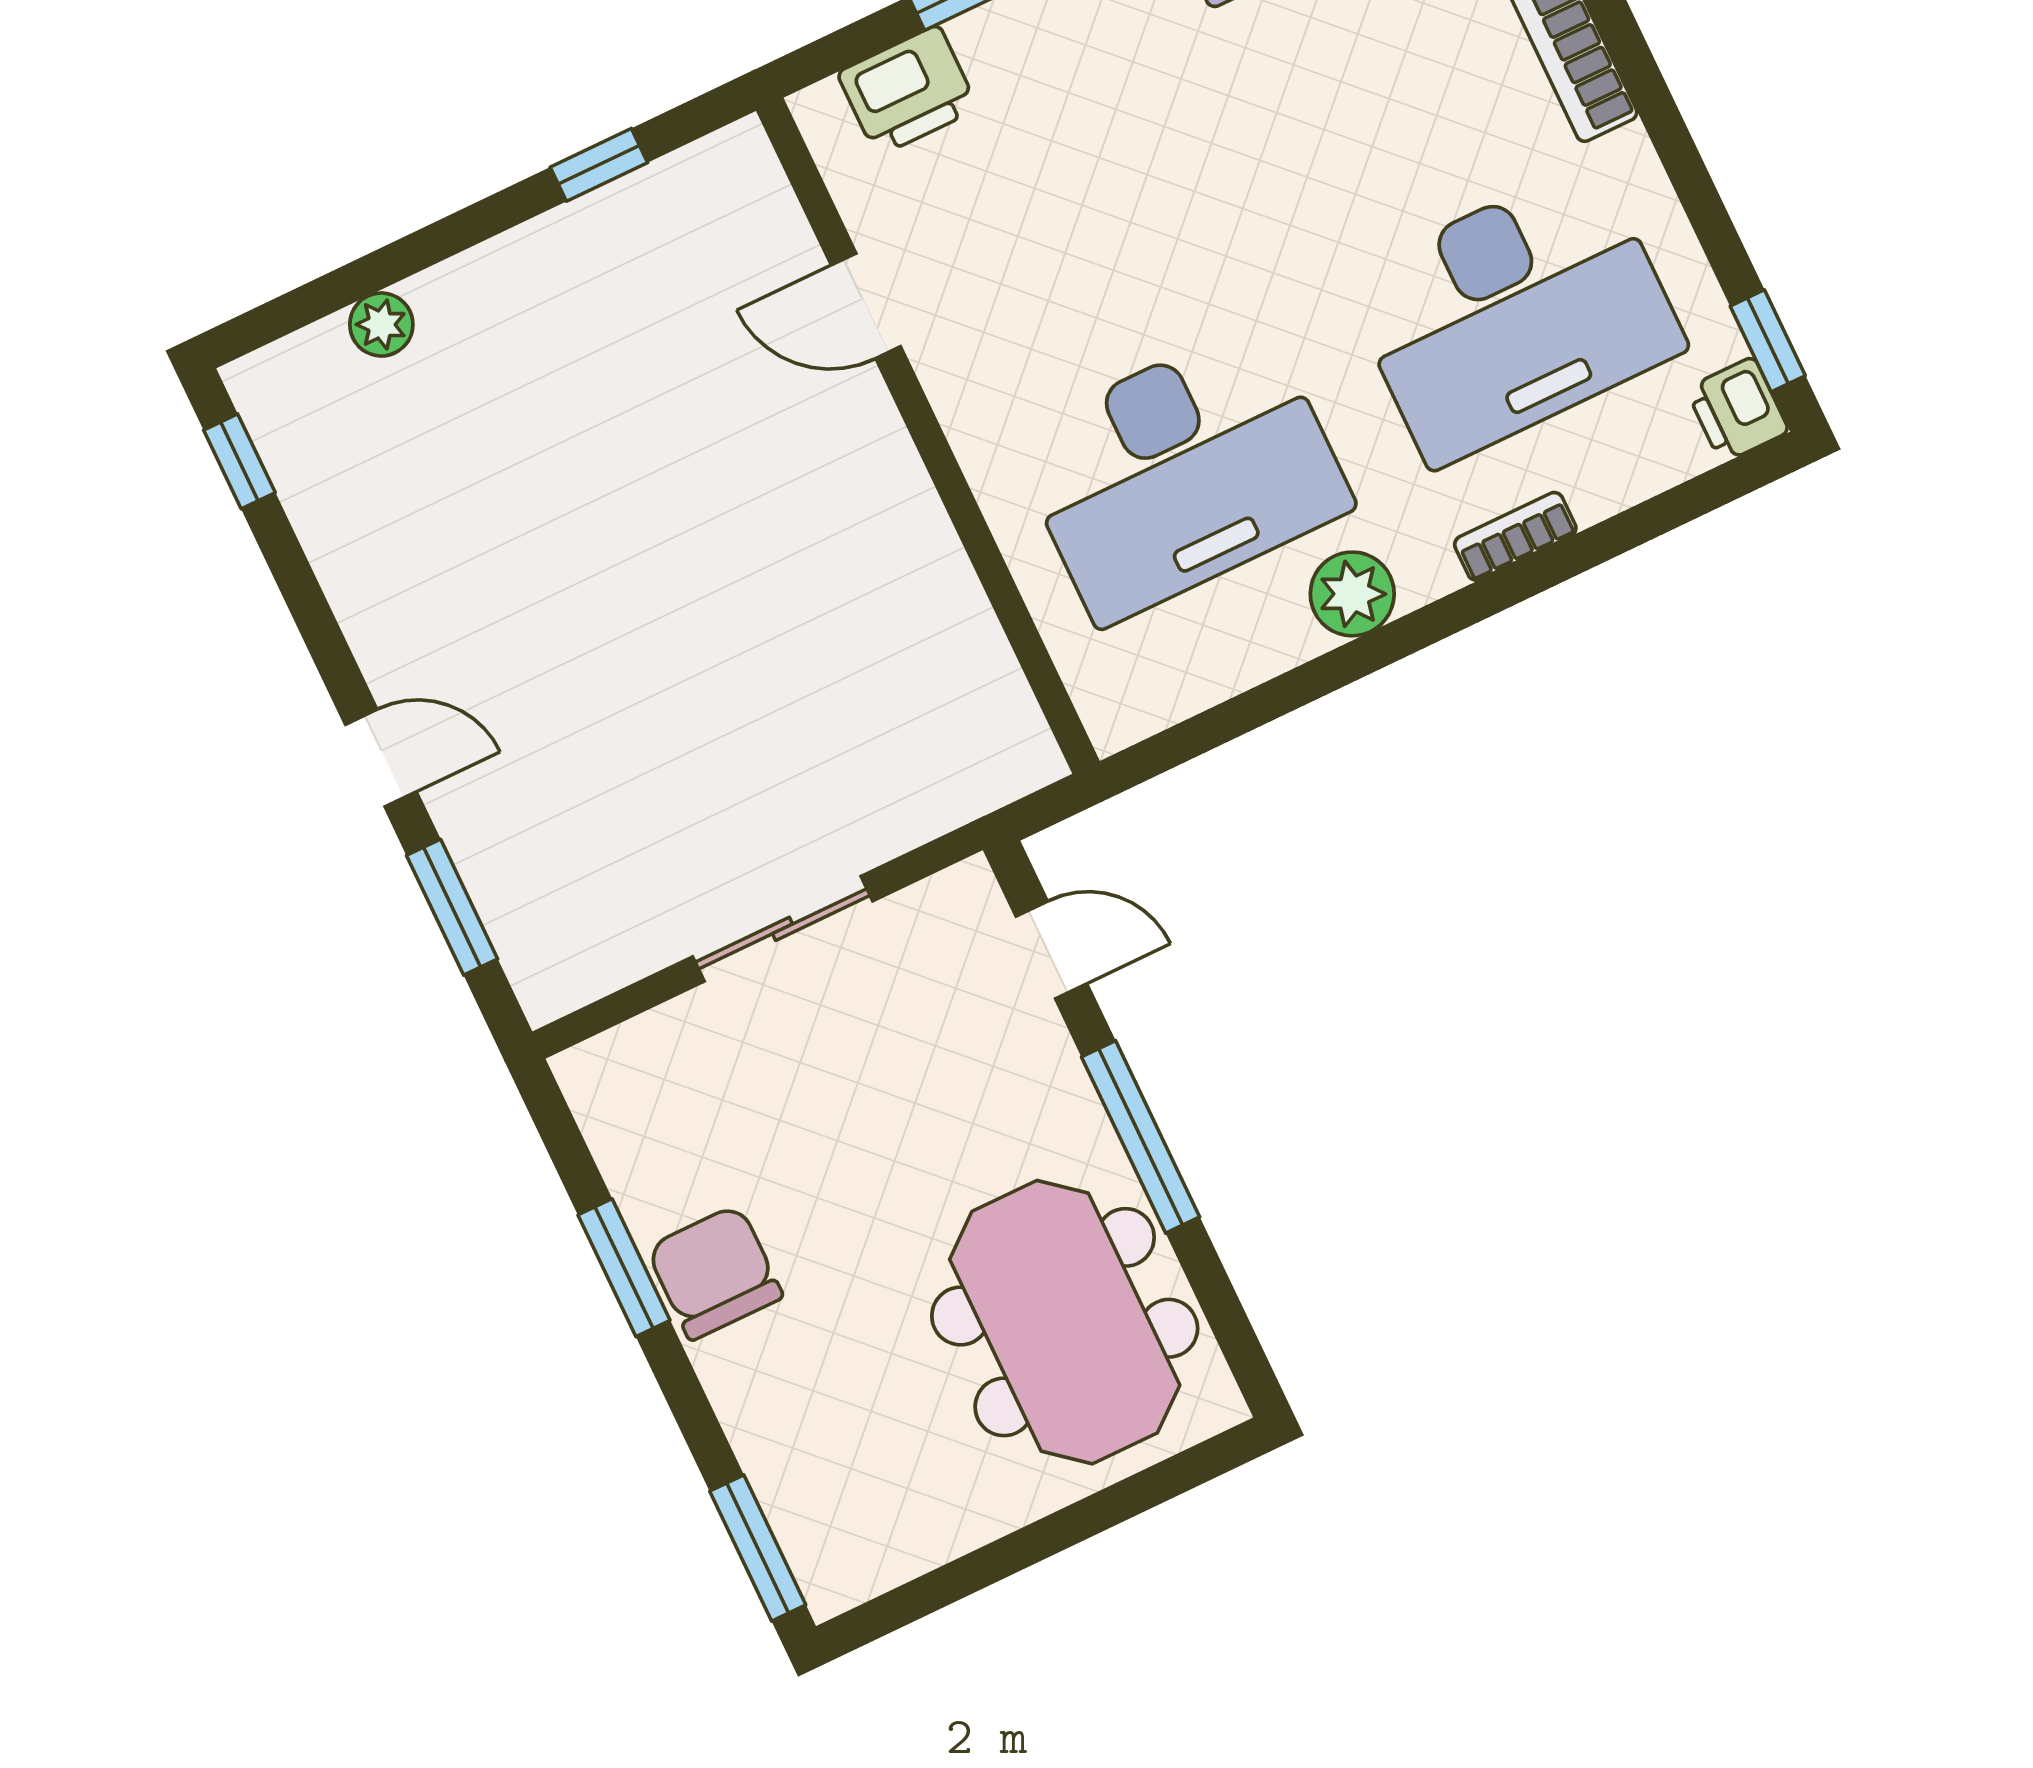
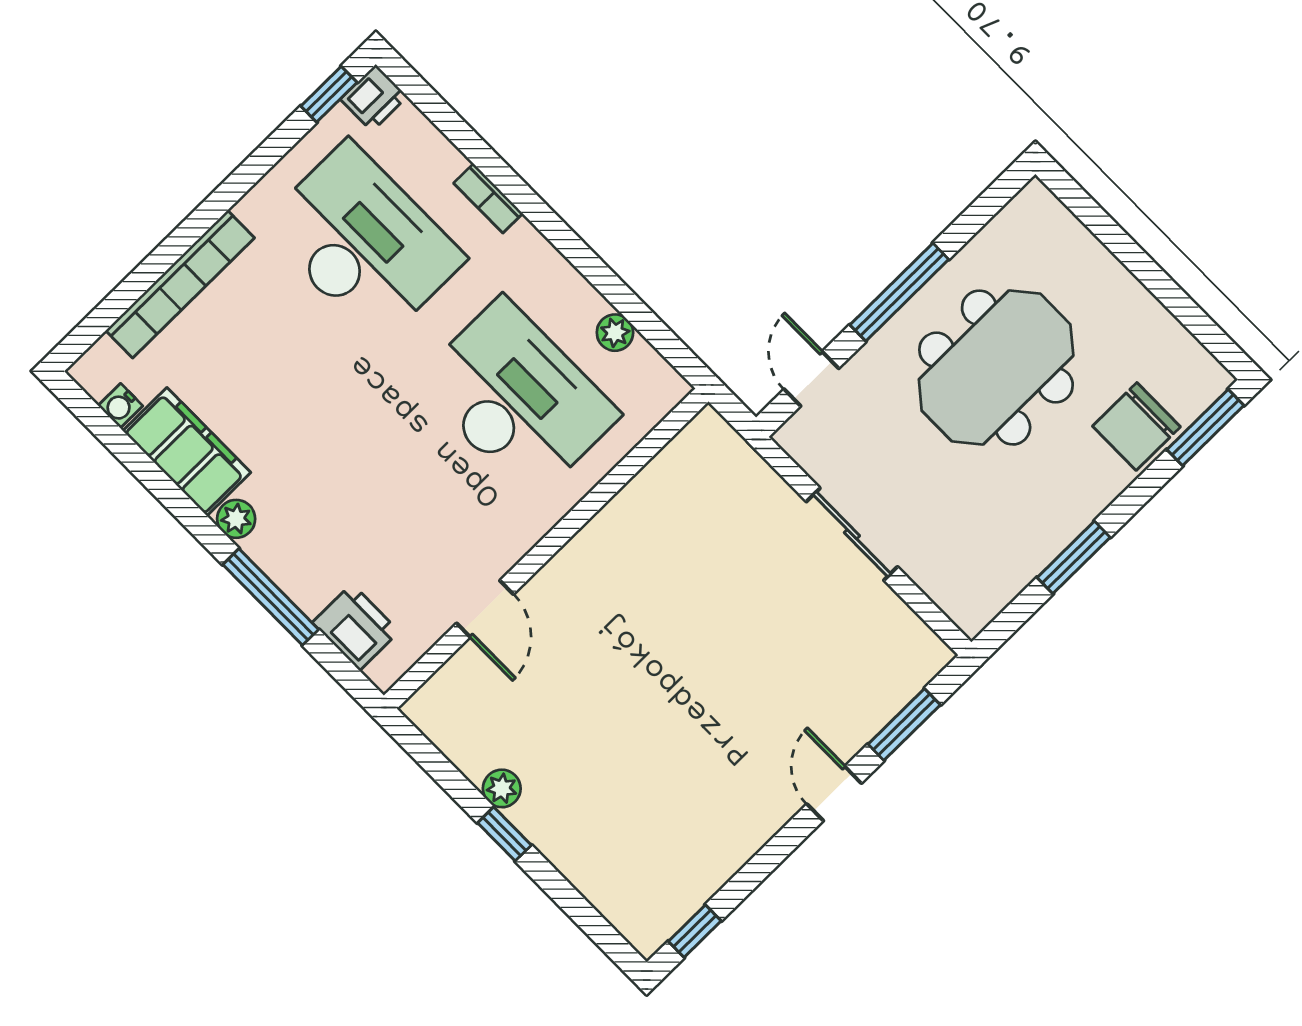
window: (599, 165) -> (504, 834), moved
plant: (381, 325) -> (502, 788), moved
plant: (1352, 594) -> (615, 333), moved, width x0.73, depth x0.73
chair: (715, 1272) -> (1136, 426), moved
meeting table: (1065, 1322) -> (996, 368), moved

